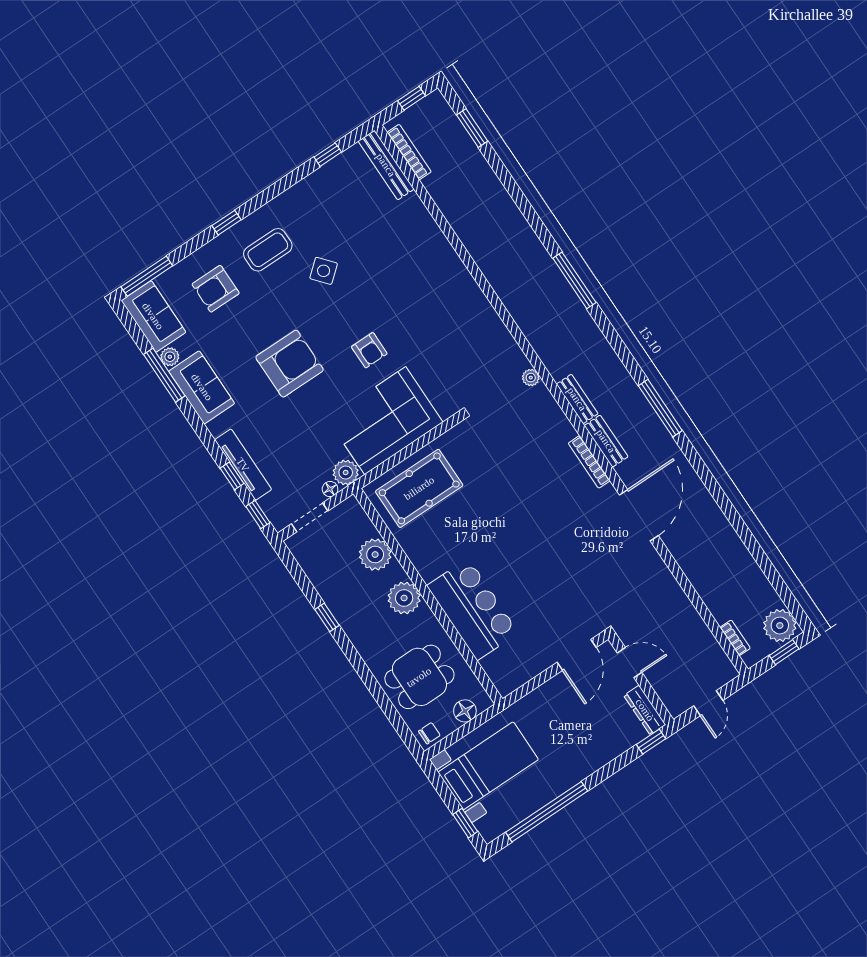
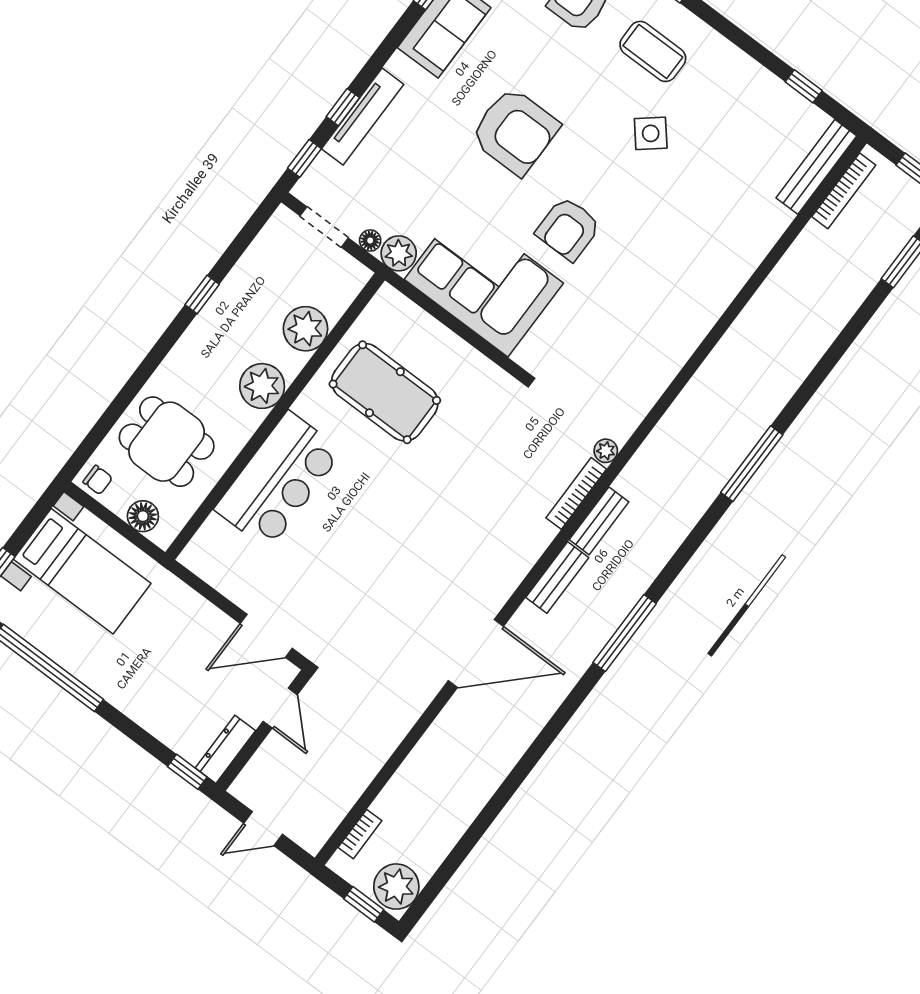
armchair: (369, 350) -> (568, 229), width x1.38, depth x1.38
bookcase: (589, 462) -> (576, 493), moved
pool table: (419, 488) -> (385, 392), moved

